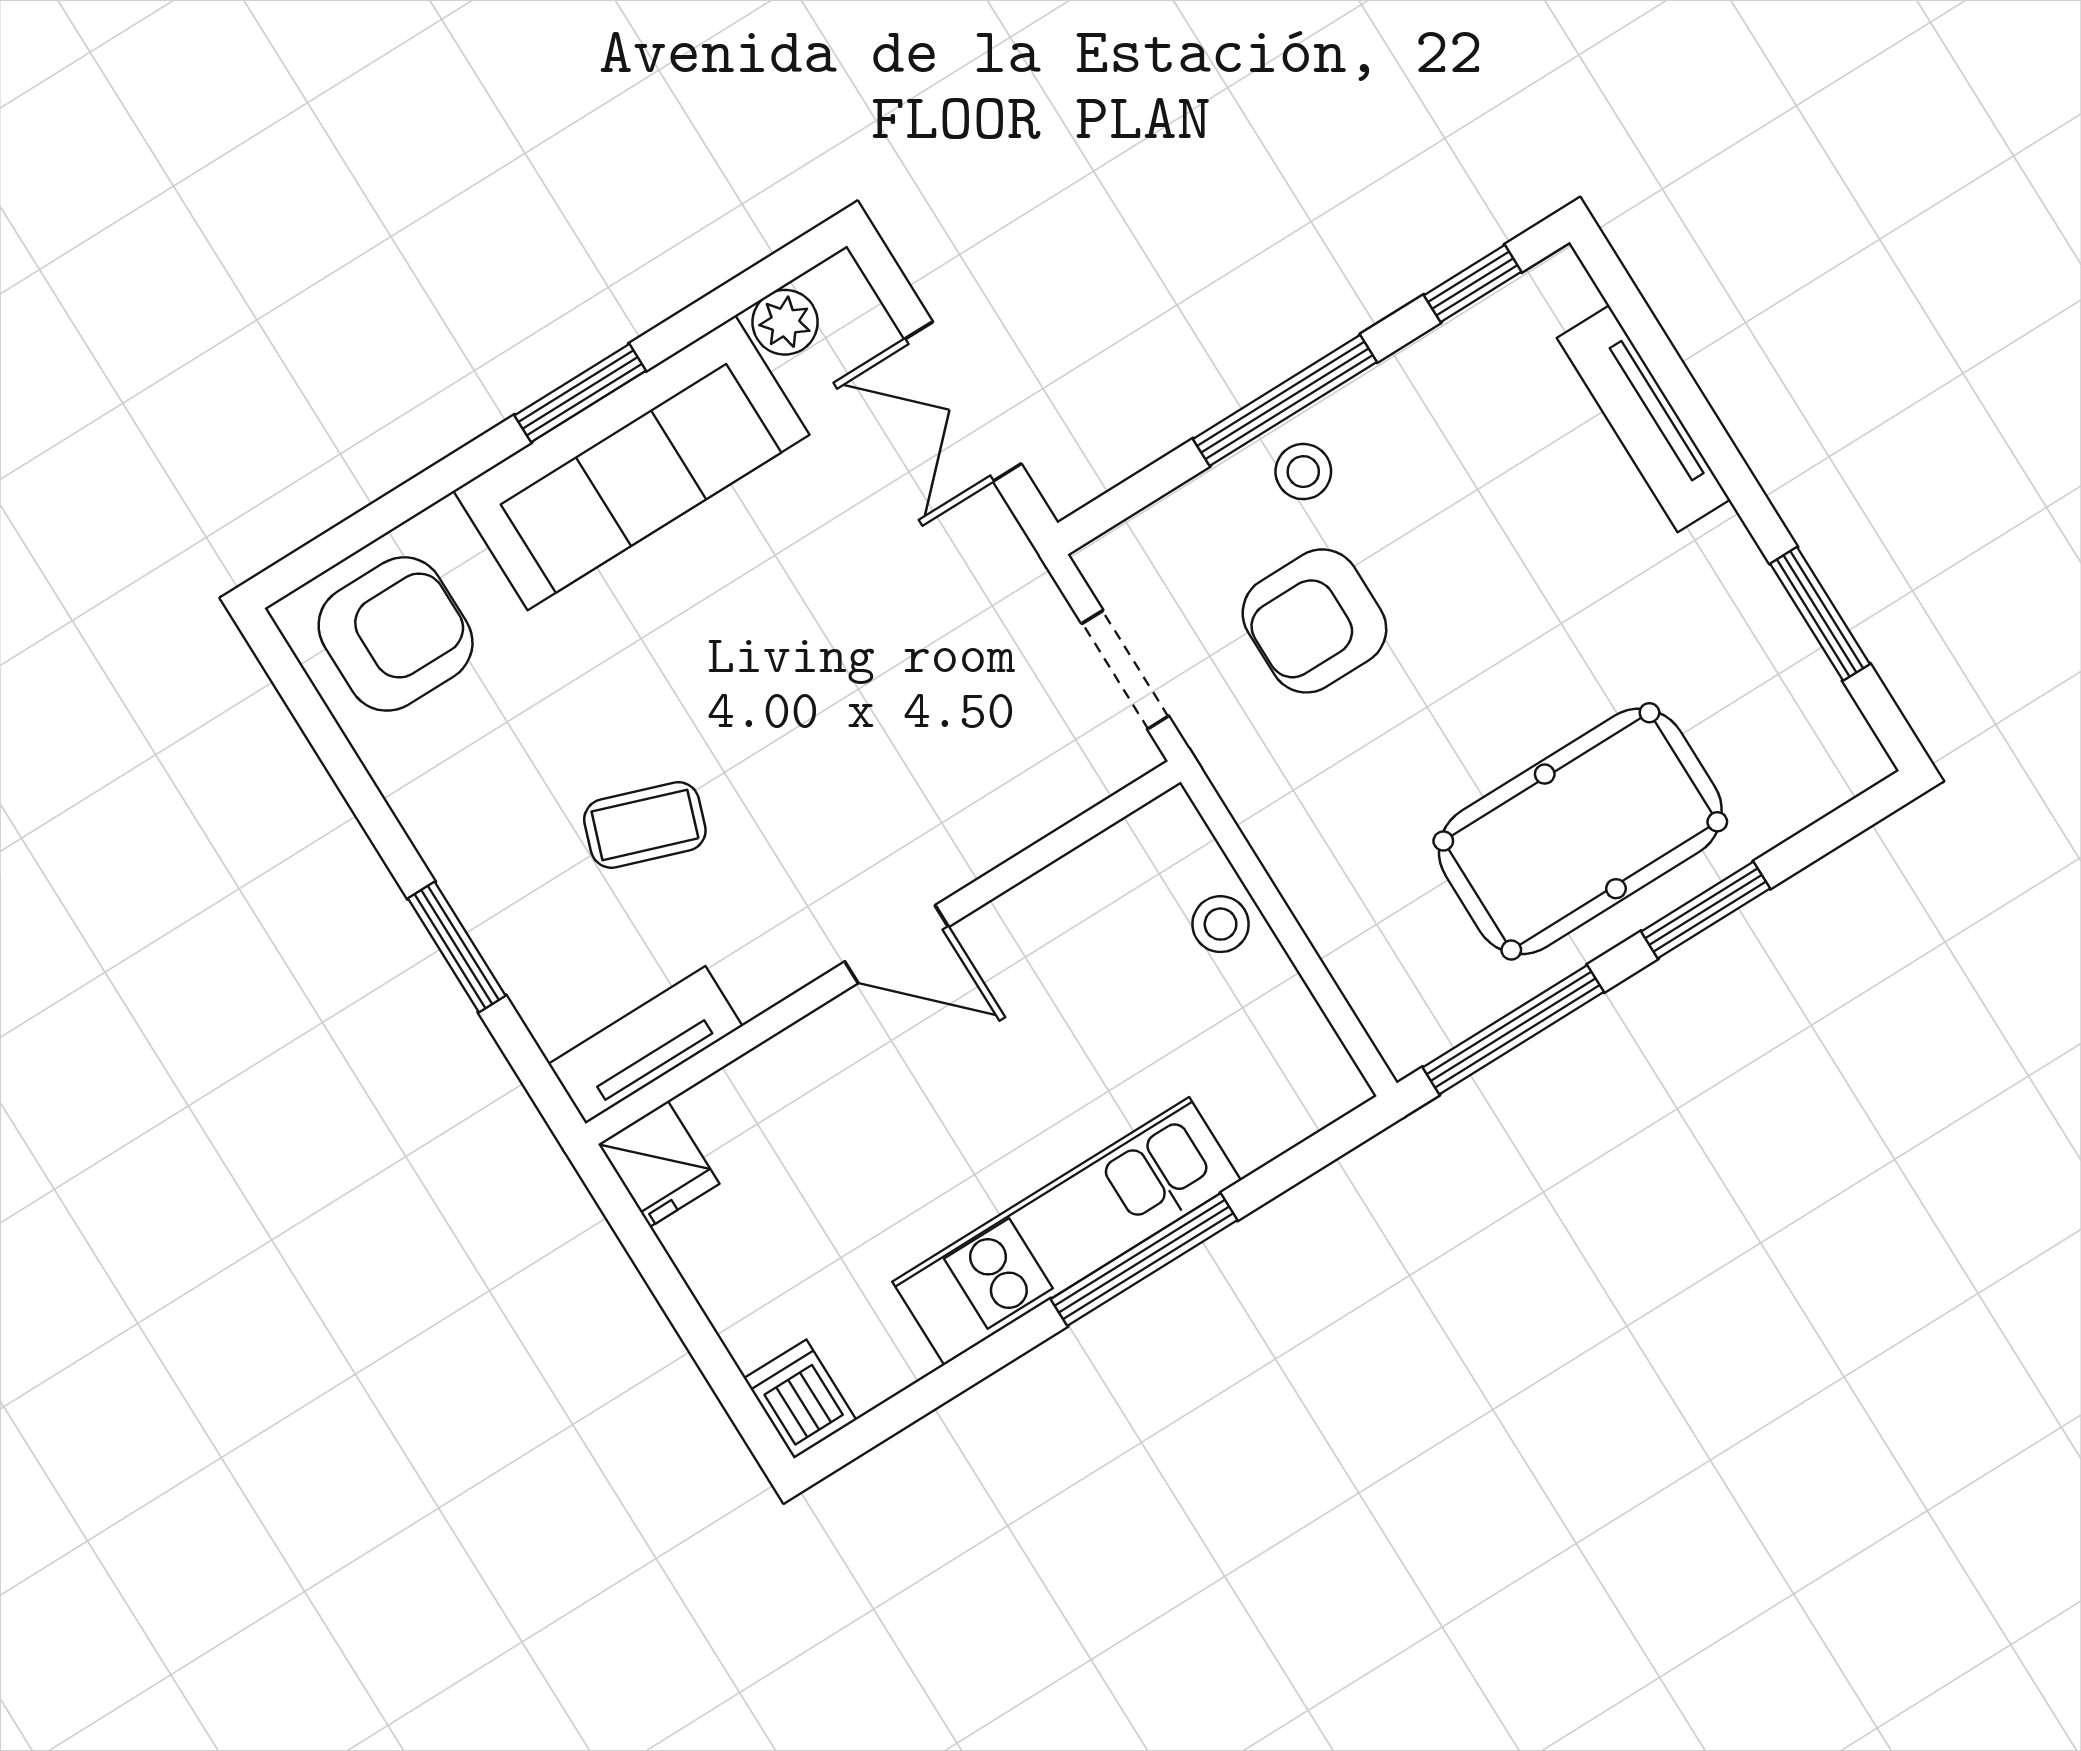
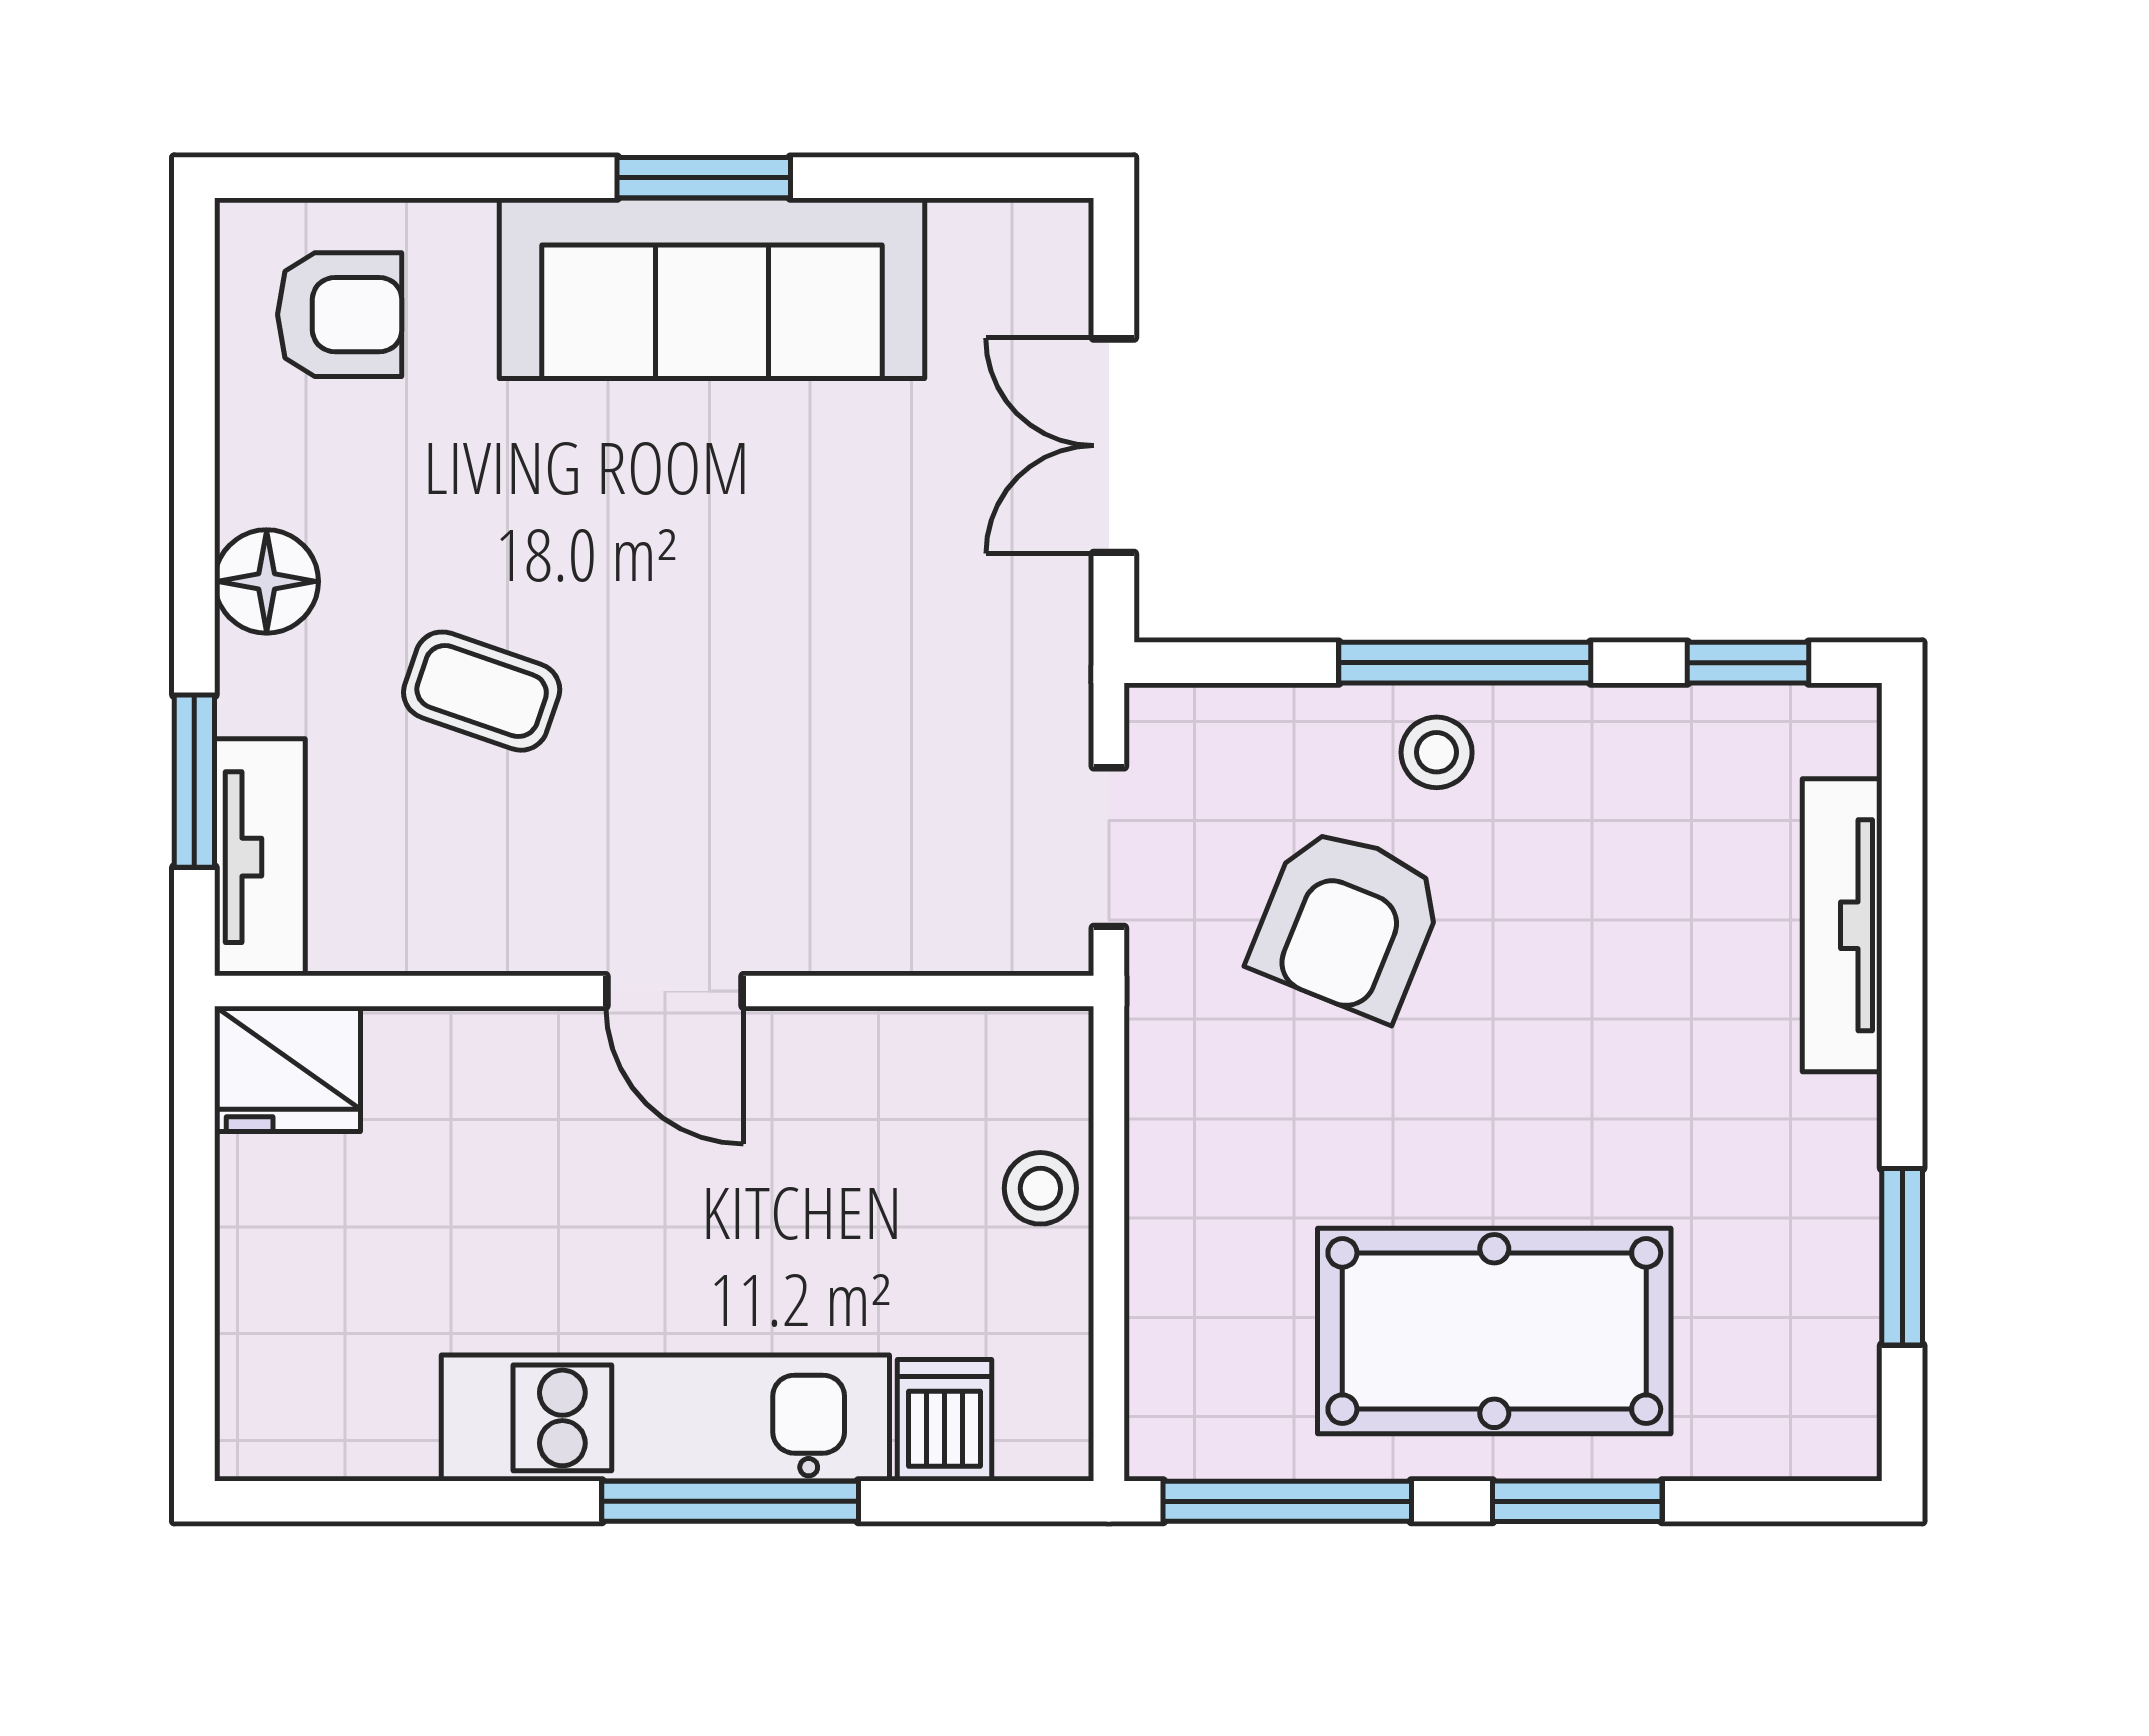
plant: (785, 322) -> (974, 239), removed
armchair: (1314, 621) -> (1348, 922), turned -68
armchair: (396, 634) -> (340, 315), width x0.72, depth x0.72
floor lamp: (457, 841) -> (267, 581), added
window: (457, 947) -> (194, 781), moved
tv unit: (645, 1045) -> (260, 857), moved, turned 90
fridge: (659, 1164) -> (288, 1069), width x1.38
dishwasher: (800, 1399) -> (945, 1420), moved

